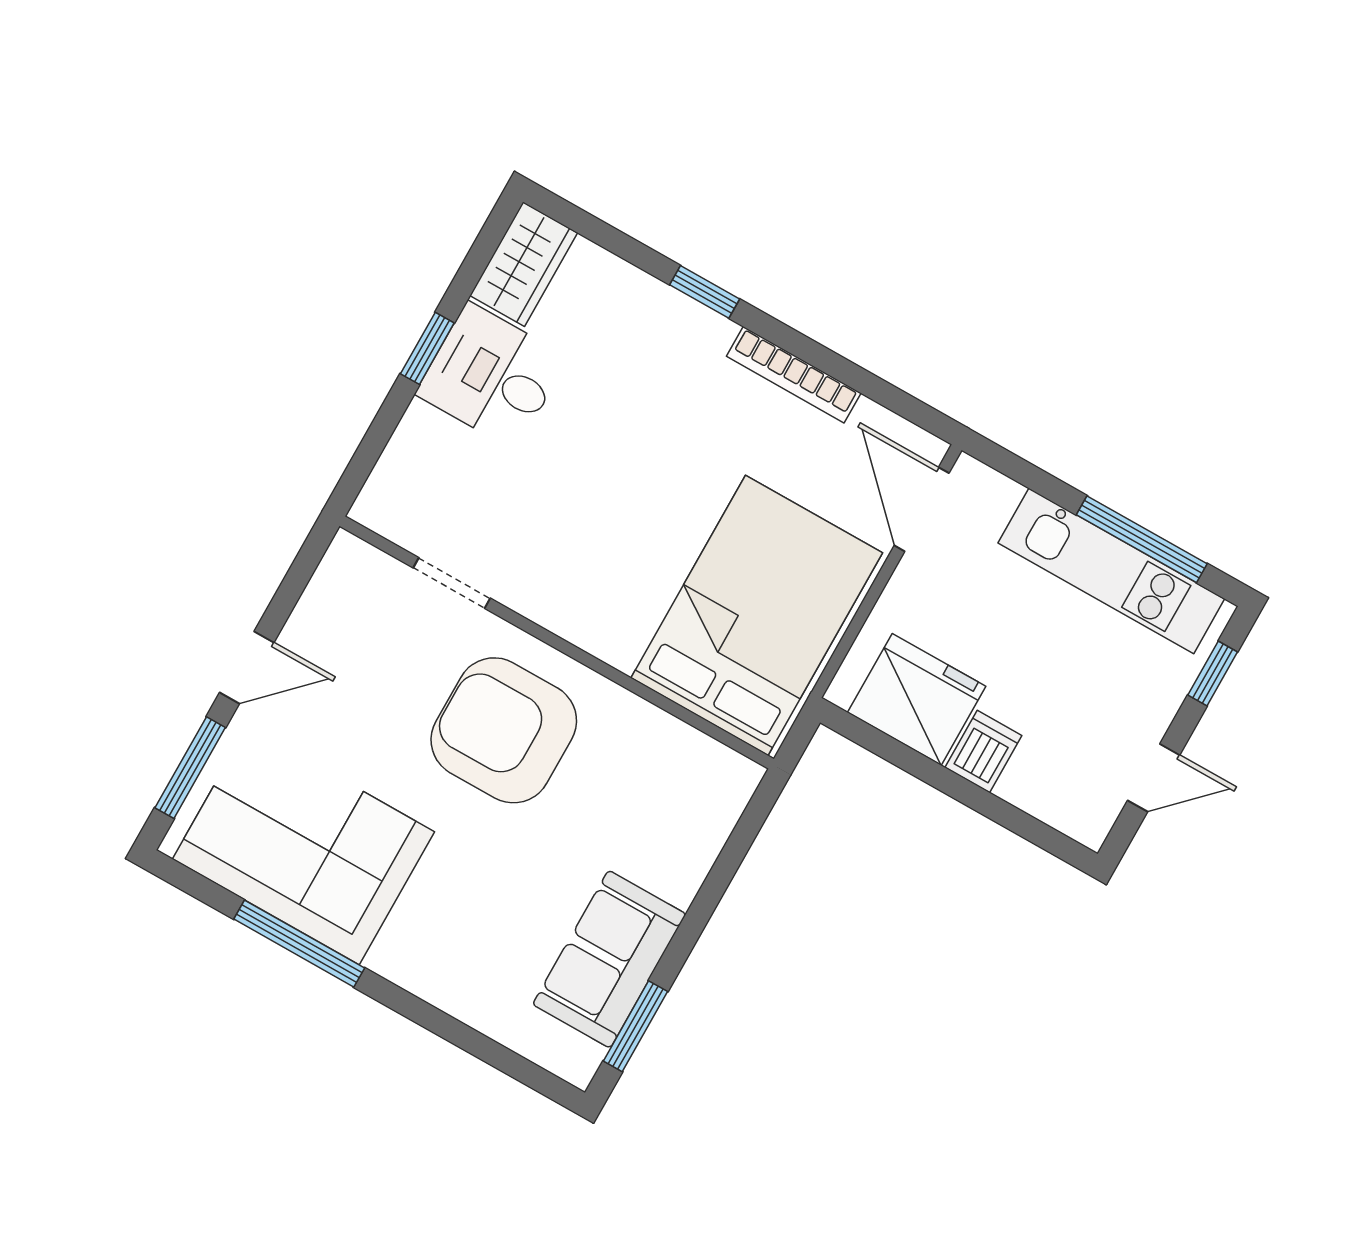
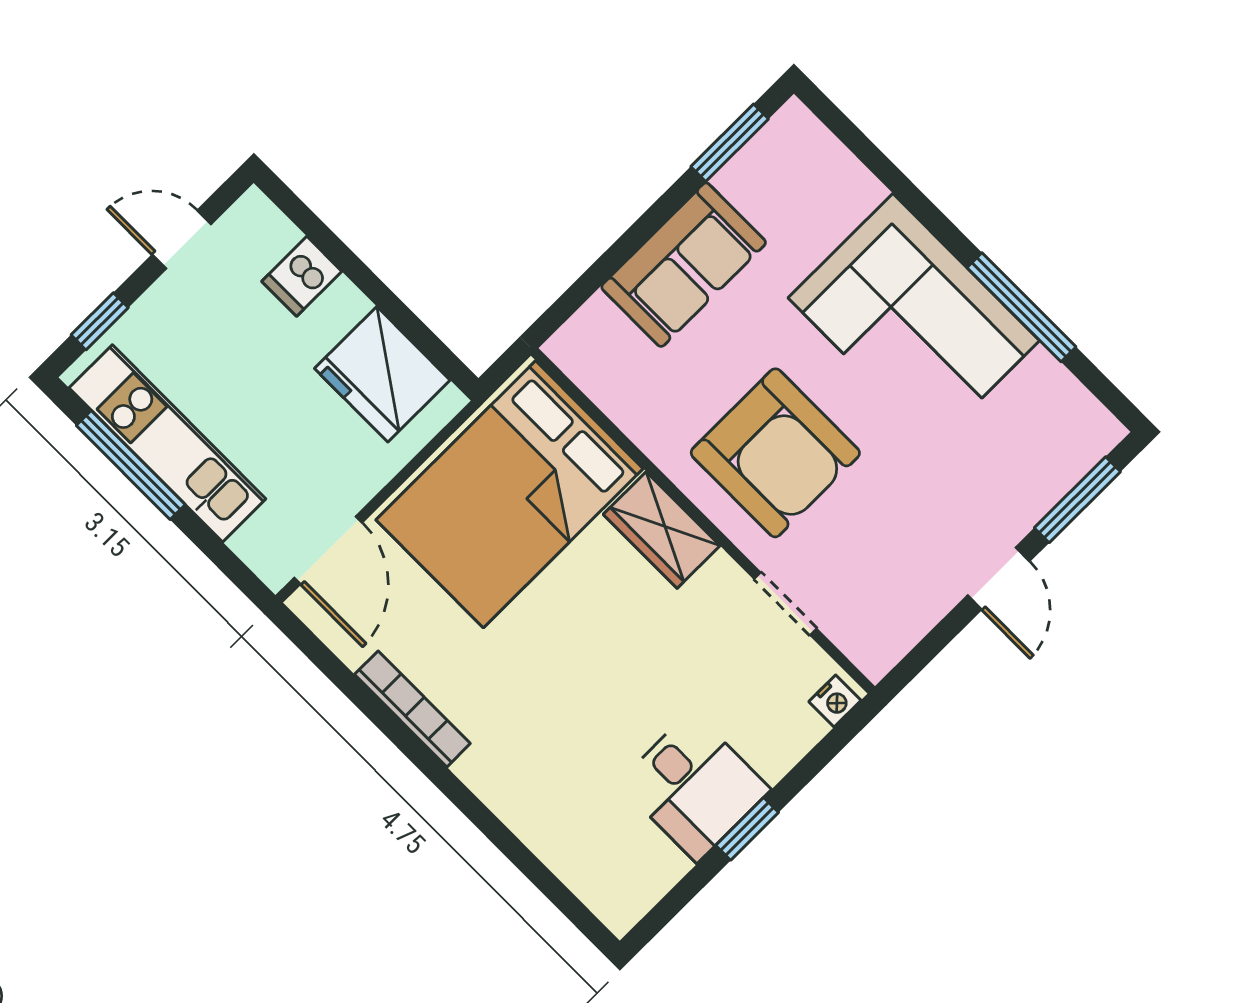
wardrobe: (524, 264) -> (662, 530), moved, turned -90
window: (705, 292) -> (474, 809), removed
nightstand: (376, 500) -> (835, 701), added
door: (247, 667) -> (999, 578), swing flipped
dishwasher: (983, 752) -> (302, 276), moved
corner sofa: (303, 845) -> (914, 319), moved
sofa: (609, 959) -> (684, 265), moved

